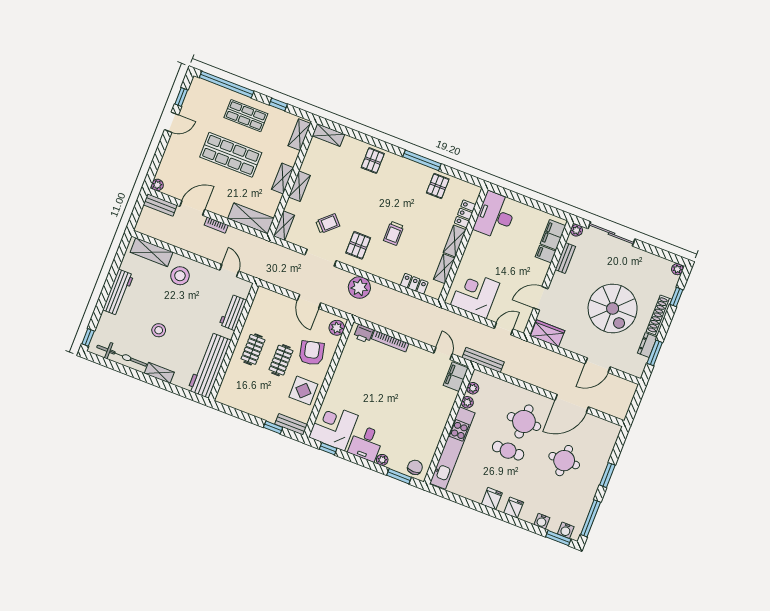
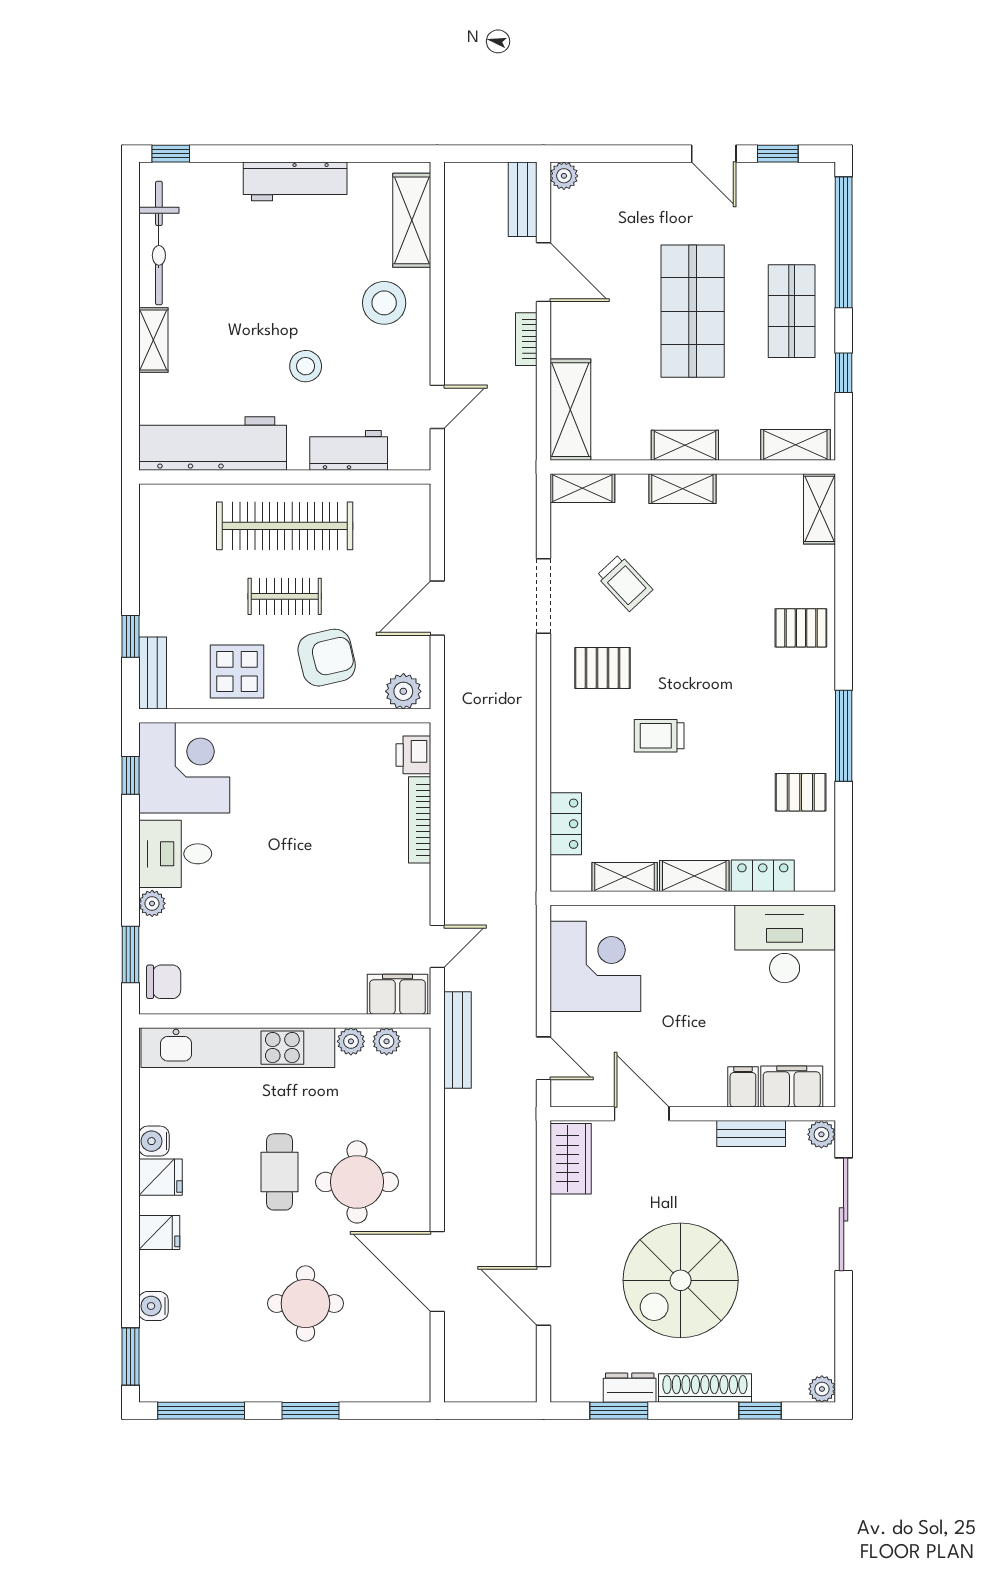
plant: (359, 287) -> (511, 707), removed
stool: (159, 330) -> (306, 366), moved
clothes rail: (253, 349) -> (285, 526), width x1.86, depth x1.31
water cooler: (566, 530) -> (154, 1141), moved

